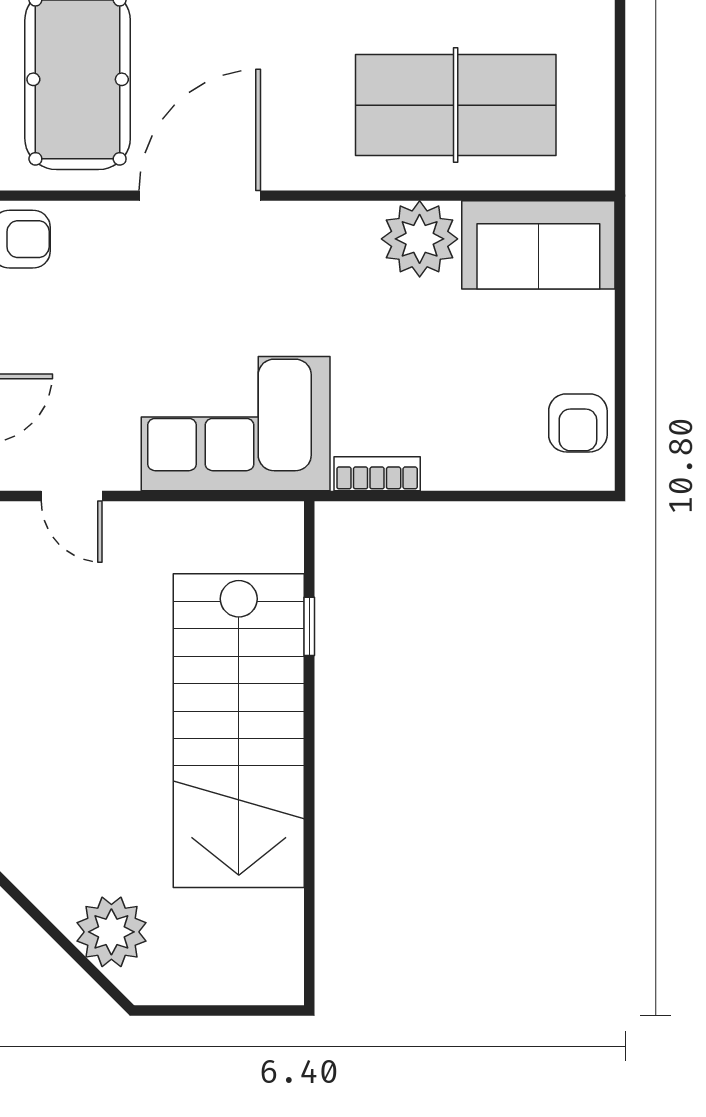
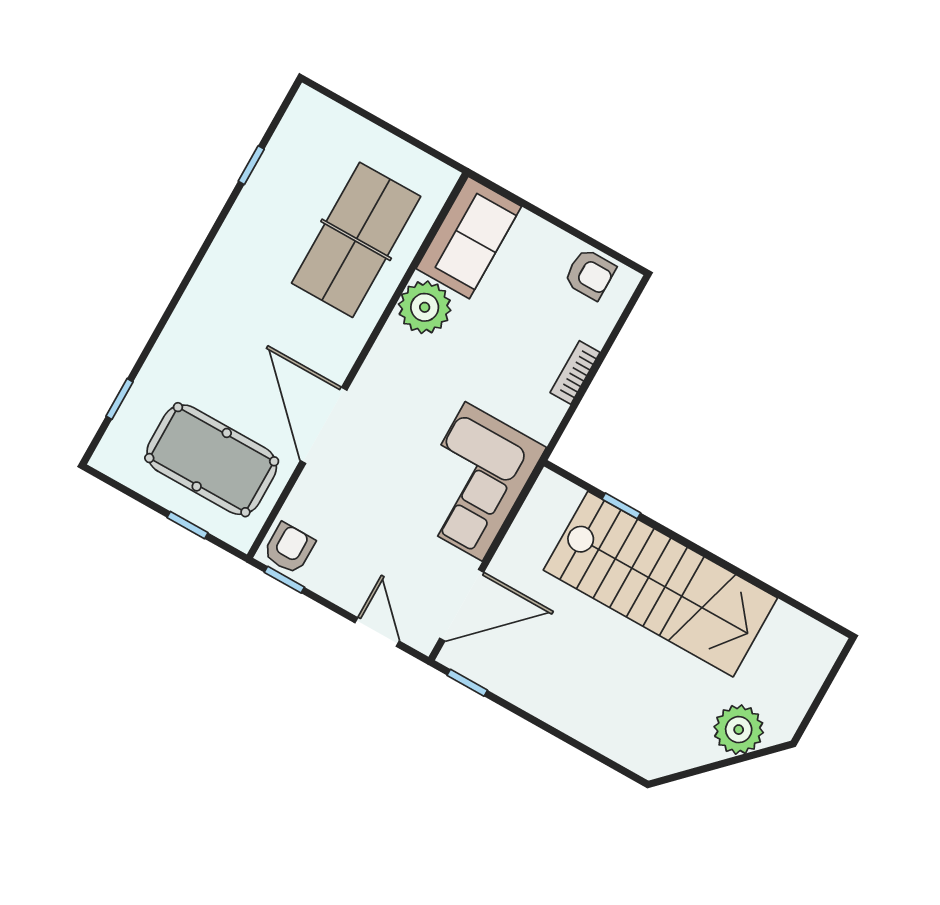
bookcase: (377, 474) -> (575, 372), moved
door: (72, 496) -> (462, 605), width x1.88

